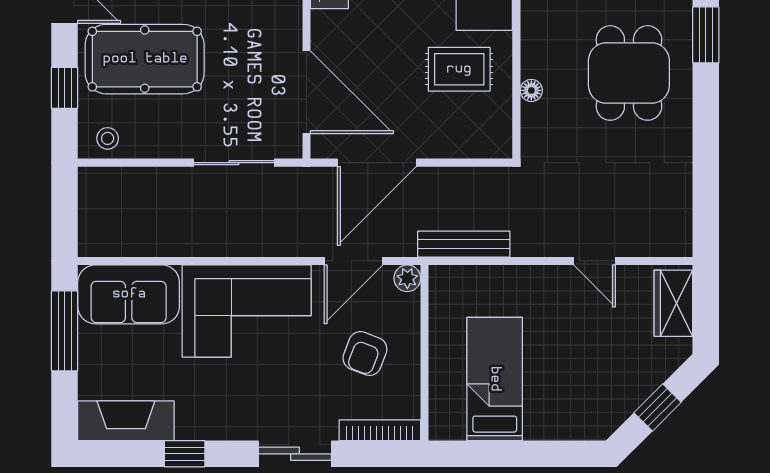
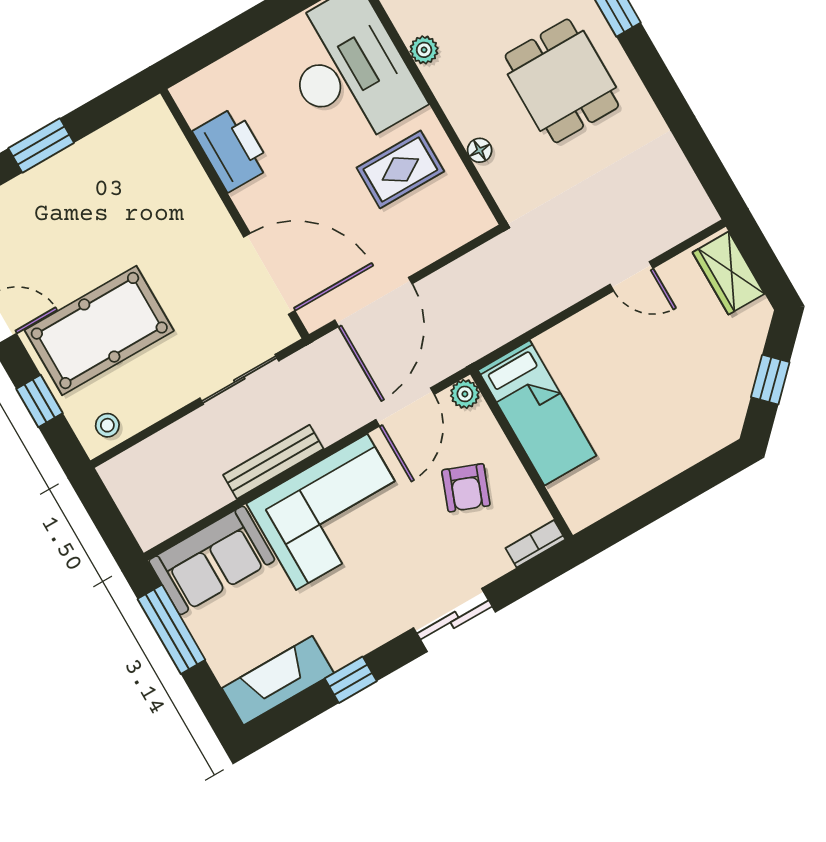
bench: (464, 244) -> (273, 462), moved
bed: (495, 379) -> (537, 413), moved, turned 180
bookcase: (380, 430) -> (535, 544), width x0.64

